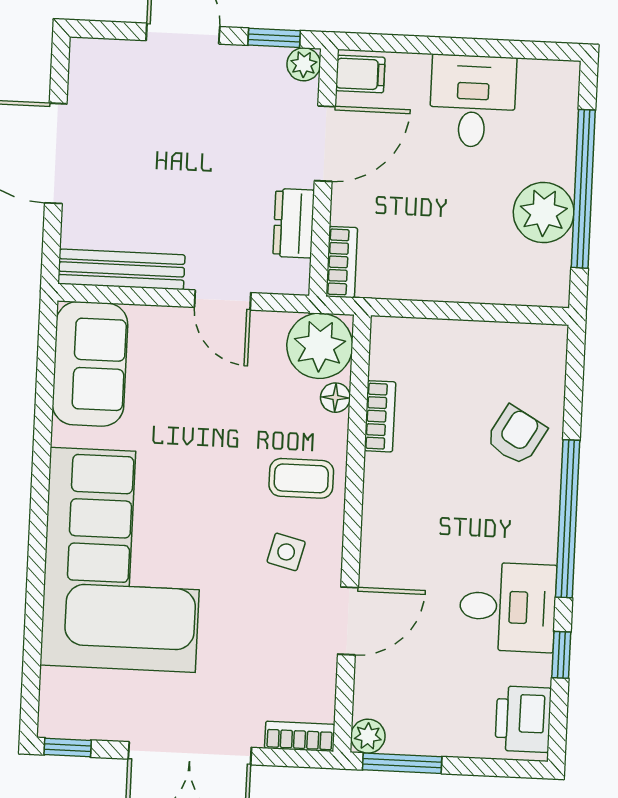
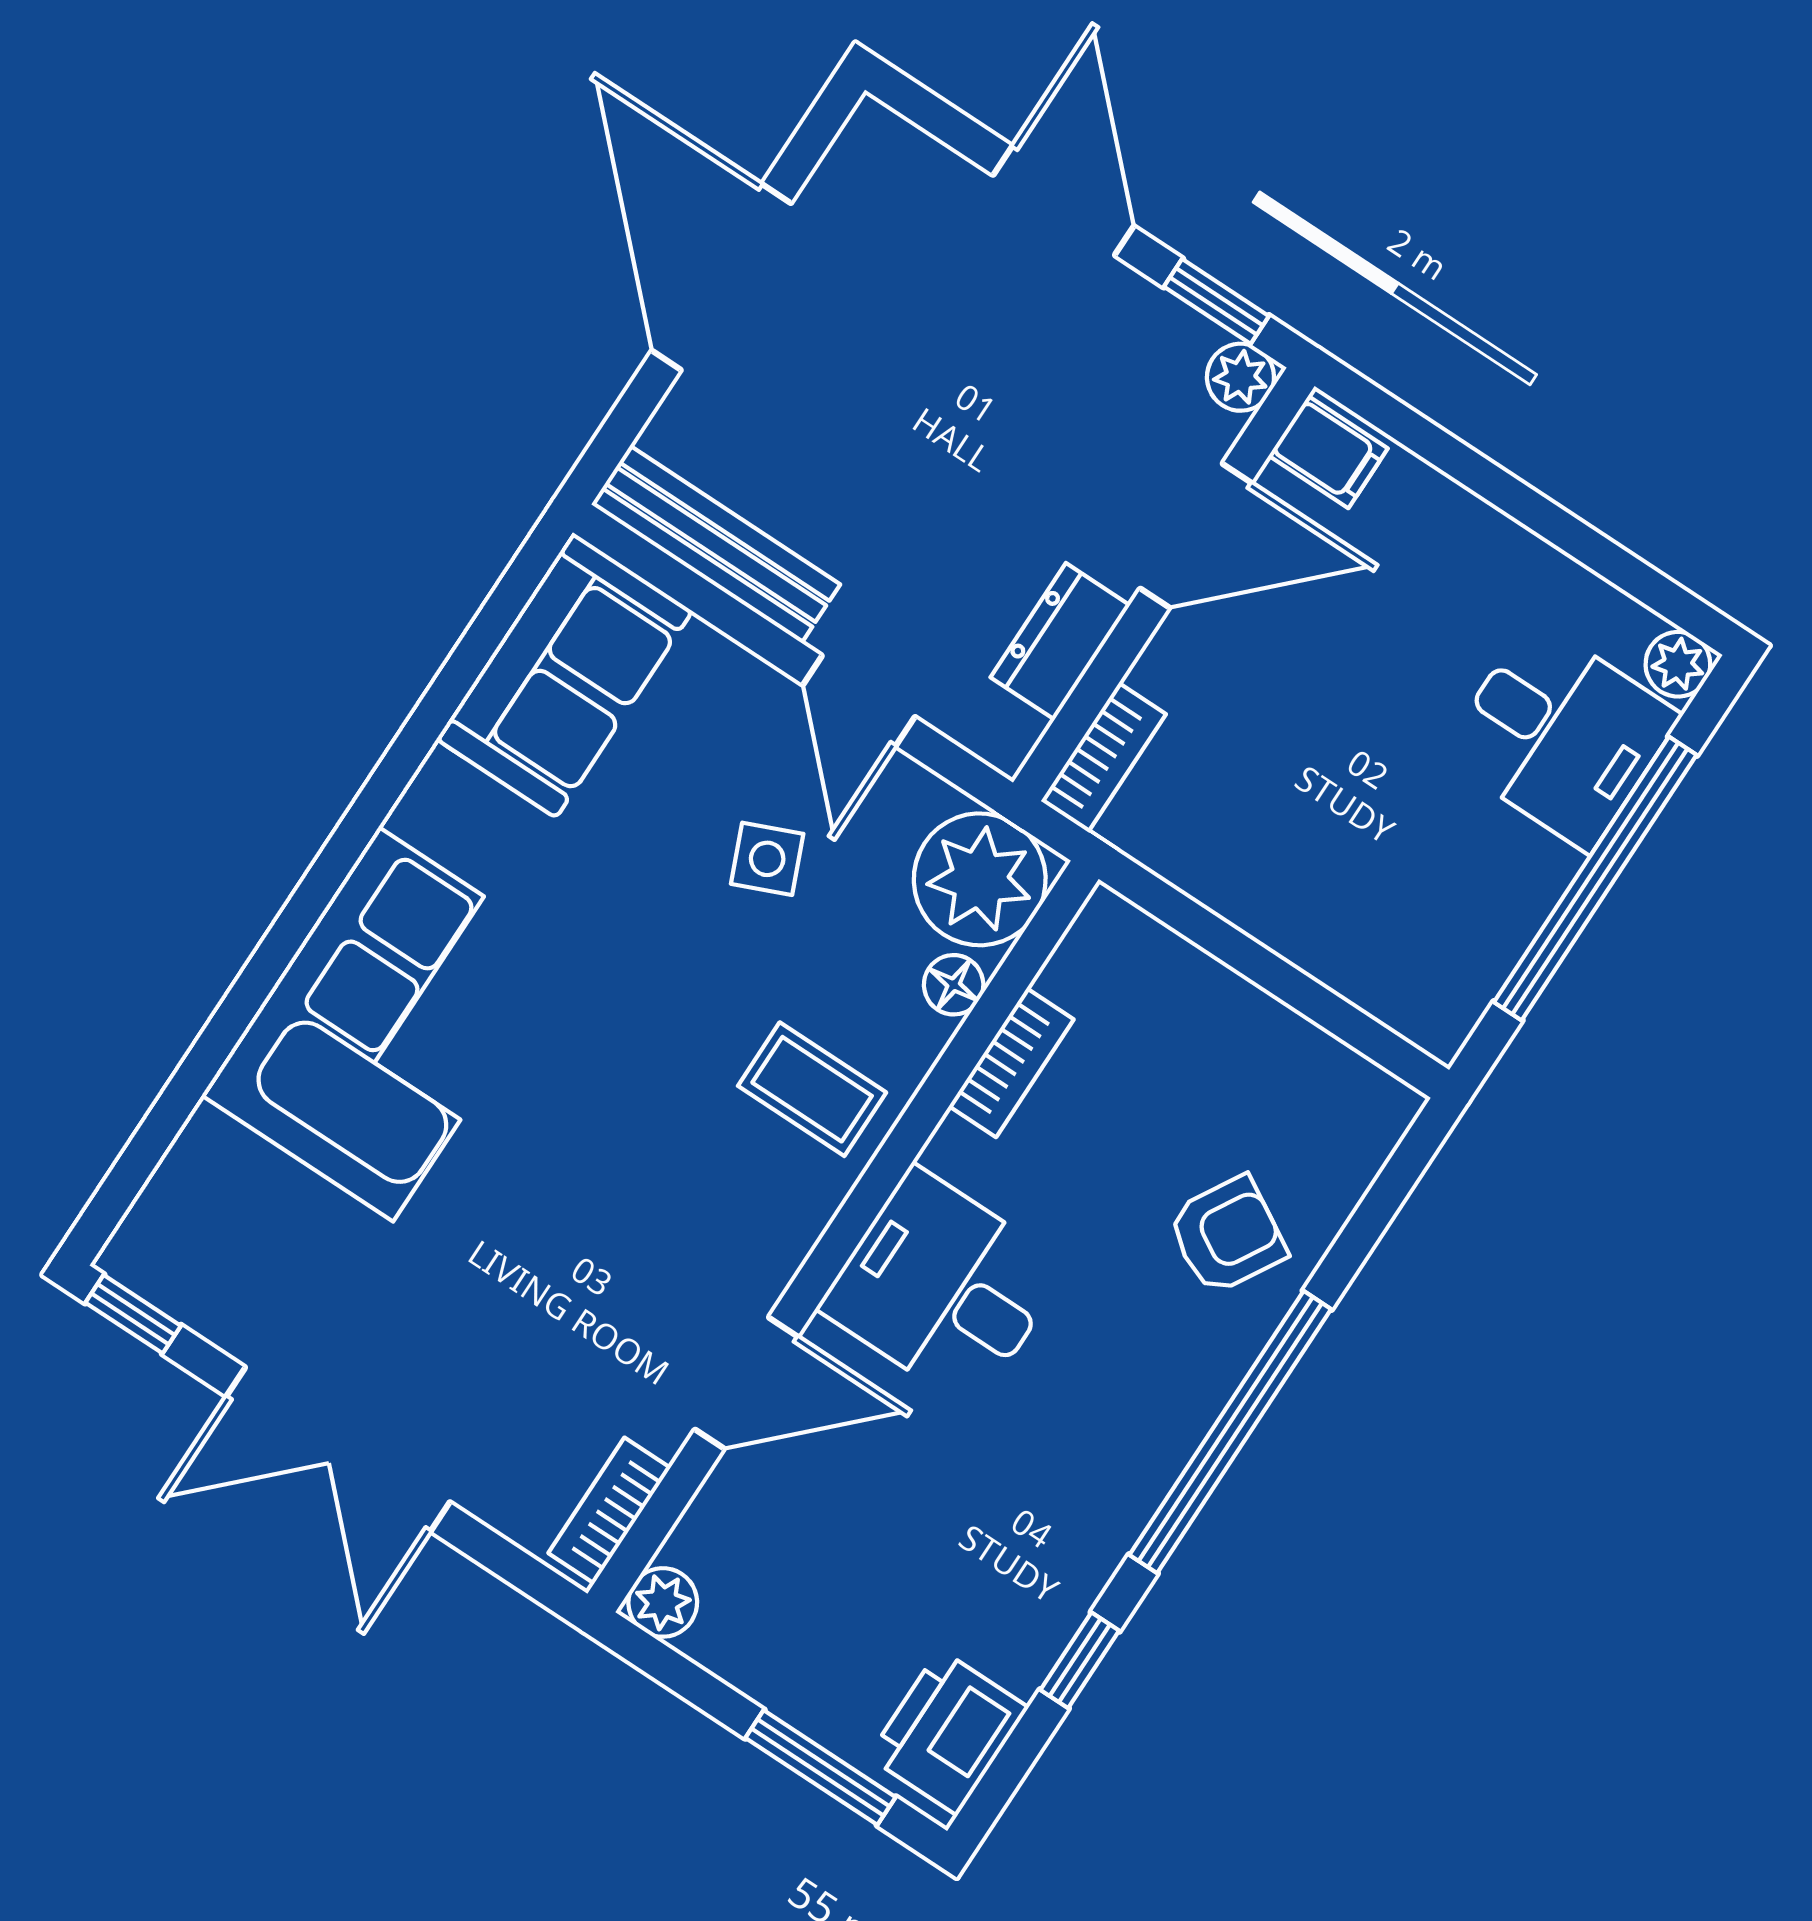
desk: (473, 101) -> (1561, 735), moved, turned 90
plant: (544, 213) -> (1678, 664), moved, width x0.53, depth x0.53
side table: (286, 552) -> (767, 859), moved, turned -37
corner sofa: (123, 560) -> (386, 1024), width x0.73, depth x0.74
desk: (508, 607) -> (943, 1288), moved, turned 180
bookcase: (300, 736) -> (609, 1511), moved, turned -90
window: (402, 763) -> (821, 1767), moved

